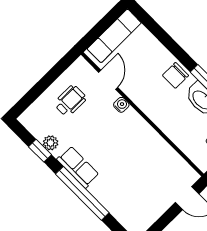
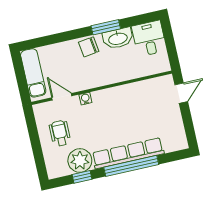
chair: (175, 75) -> (89, 47), turned 82
plant: (51, 143) -> (80, 160), width x1.87, depth x1.87
row of seats: (78, 167) -> (128, 153), width x2.02

